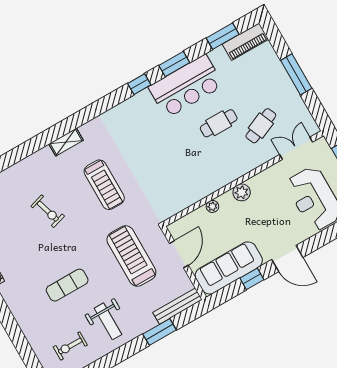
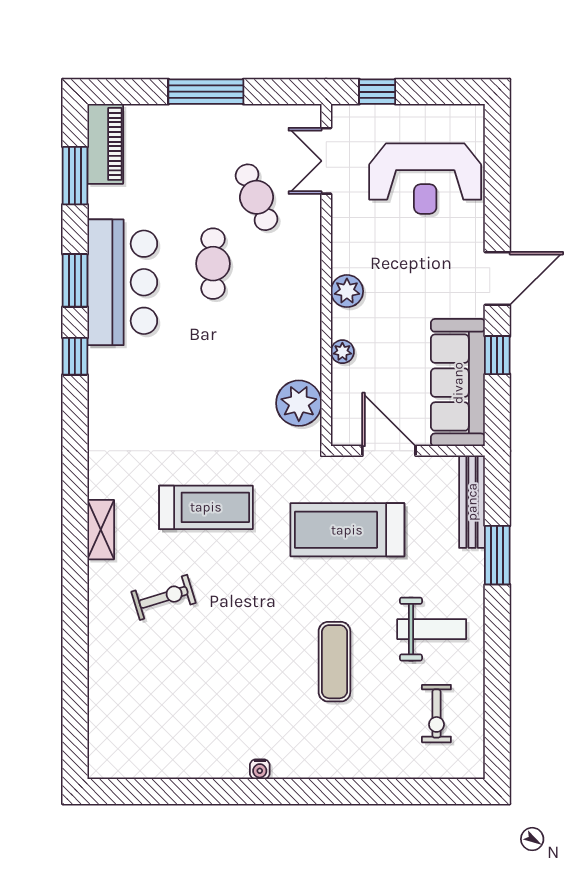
plant: (177, 200) -> (299, 403), added
exercise bike: (48, 211) -> (164, 597), moved

